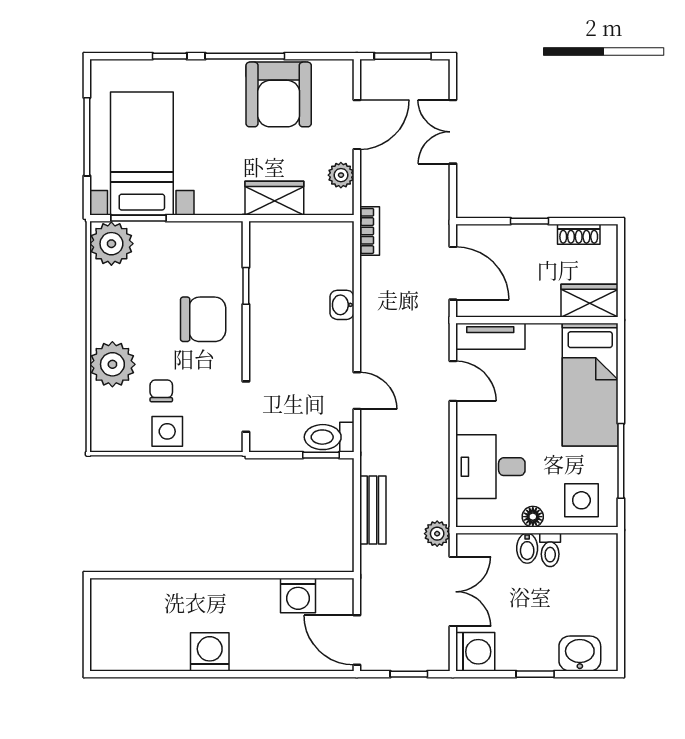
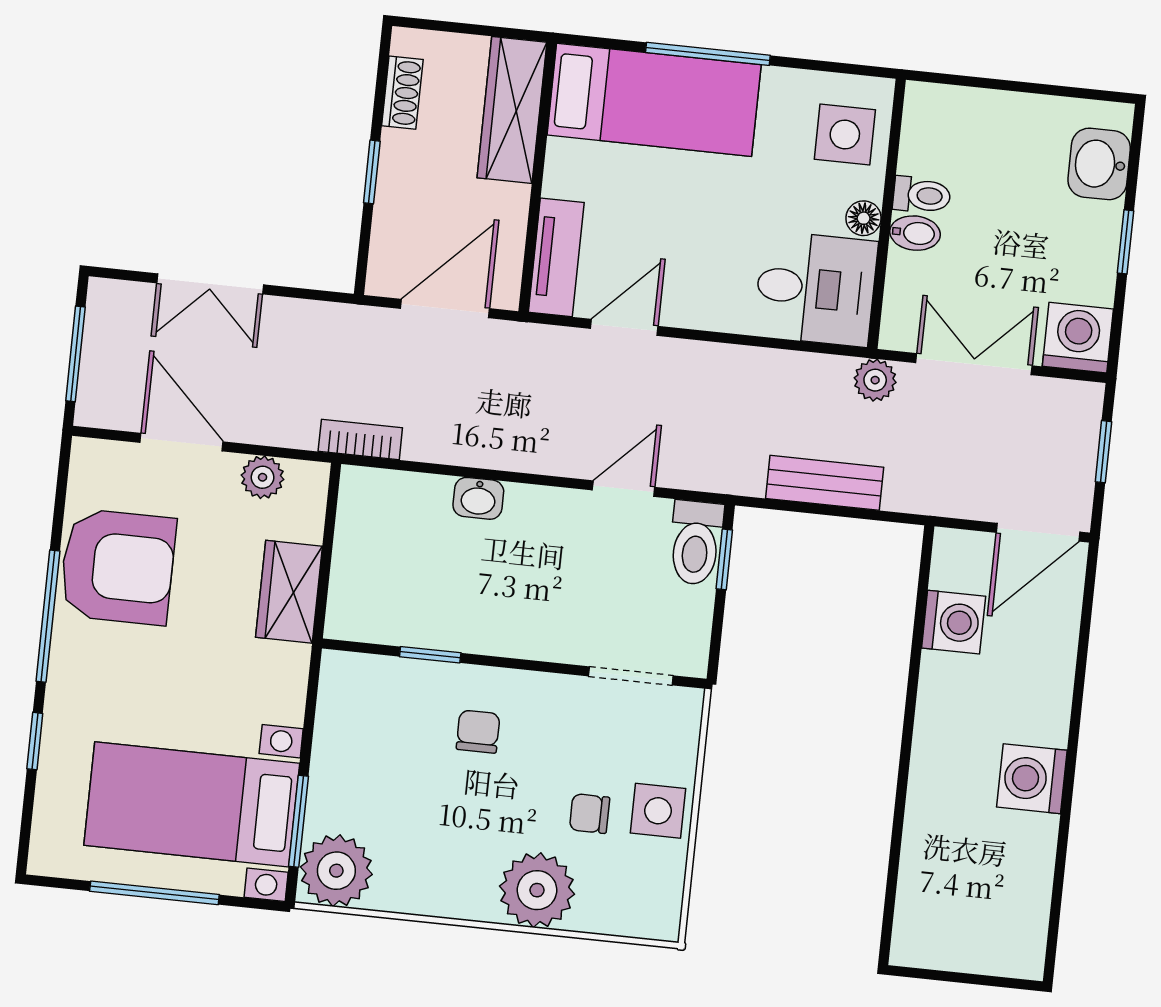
wardrobe: (589, 301) -> (512, 110), width x1.50
chair: (203, 319) -> (478, 732), width x0.54, depth x0.54
window: (621, 461) -> (708, 54), moved
desk: (490, 467) -> (816, 289), moved, turned -90

